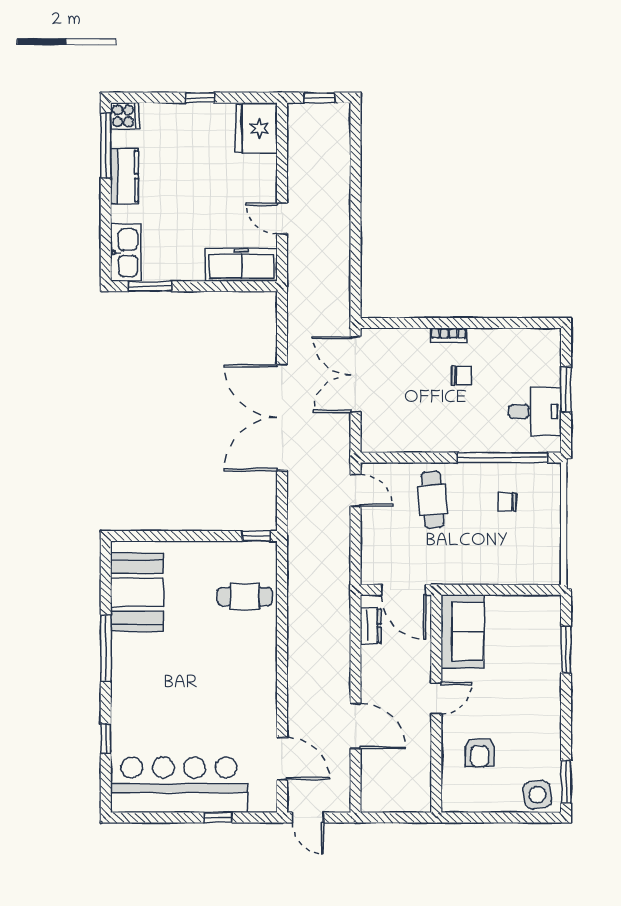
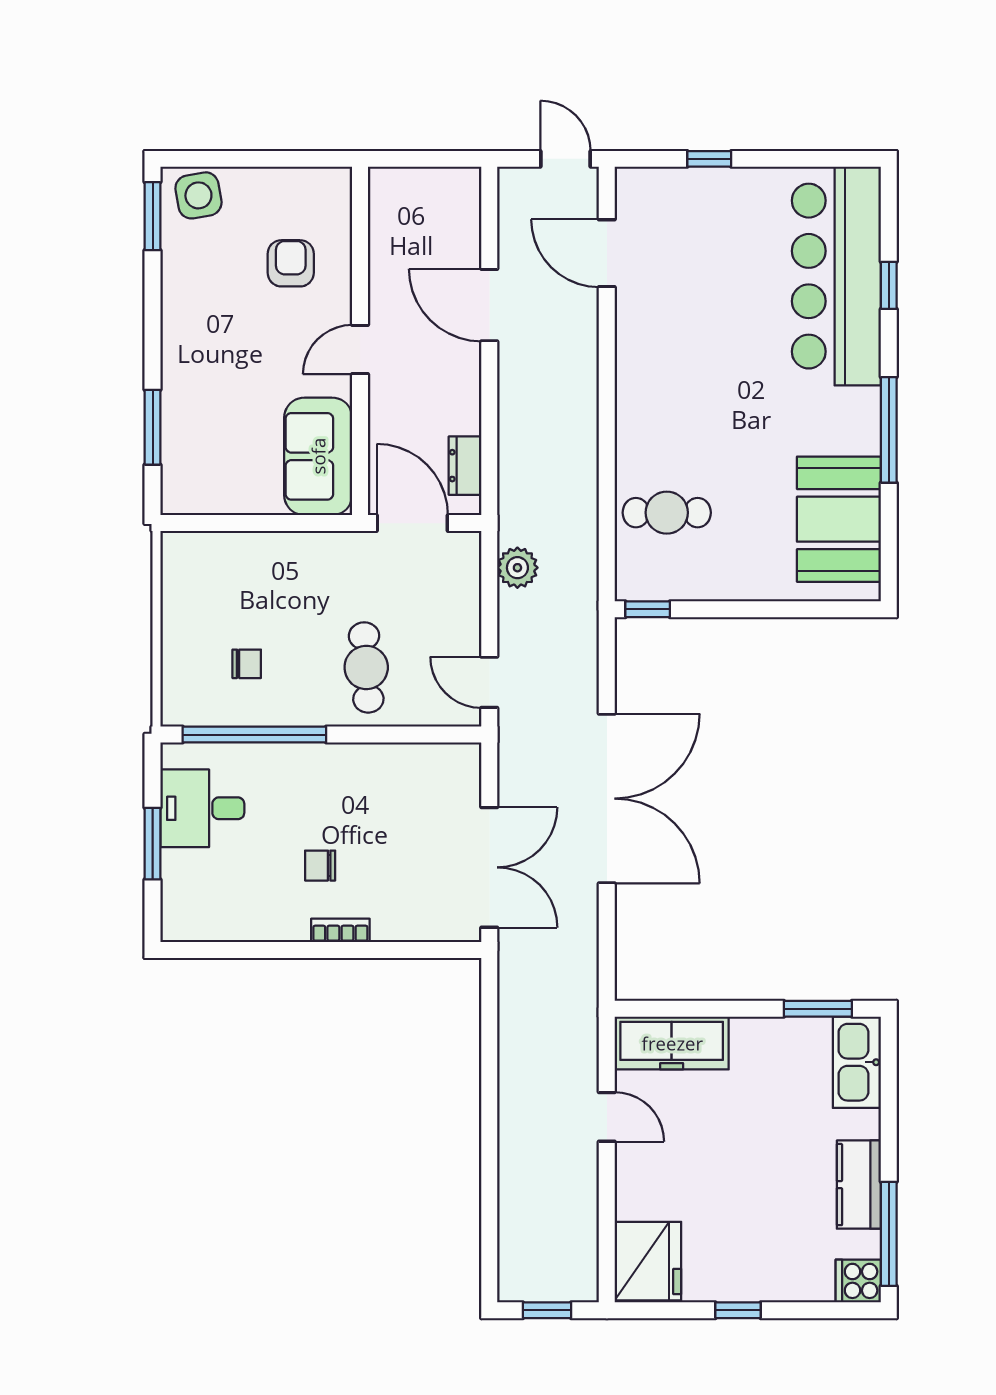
plant: (338, 562) -> (517, 568), added
bar counter: (179, 785) -> (836, 276), moved, turned 90

